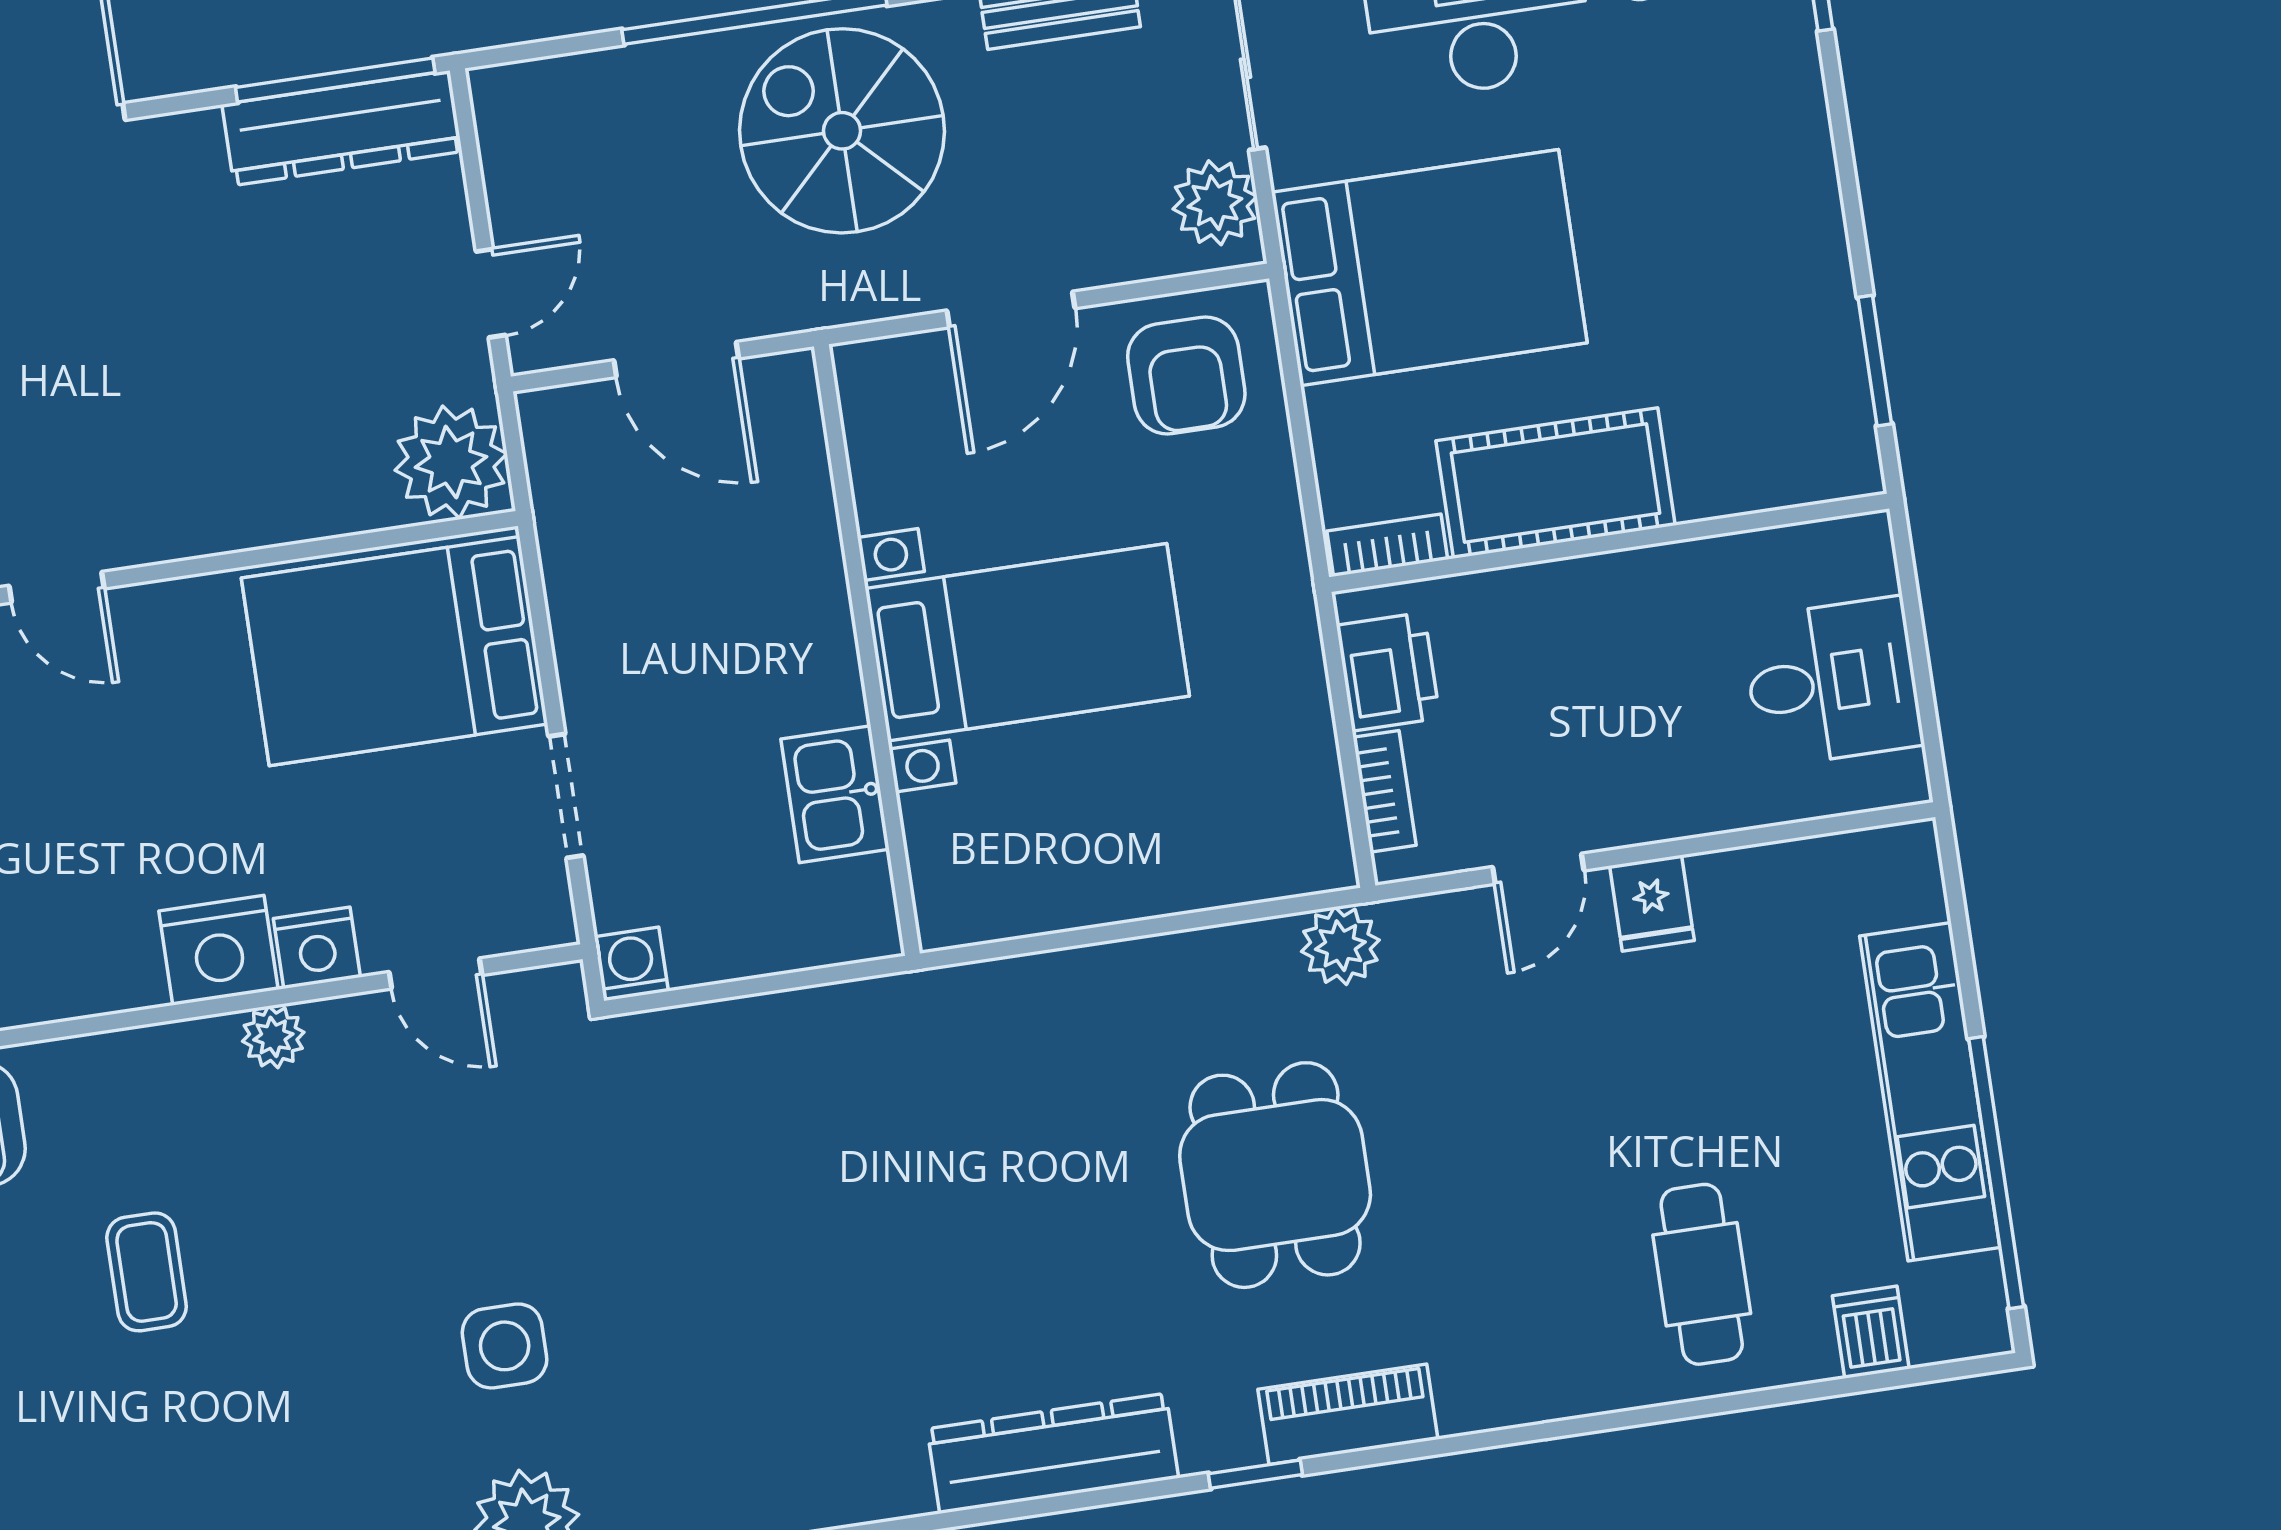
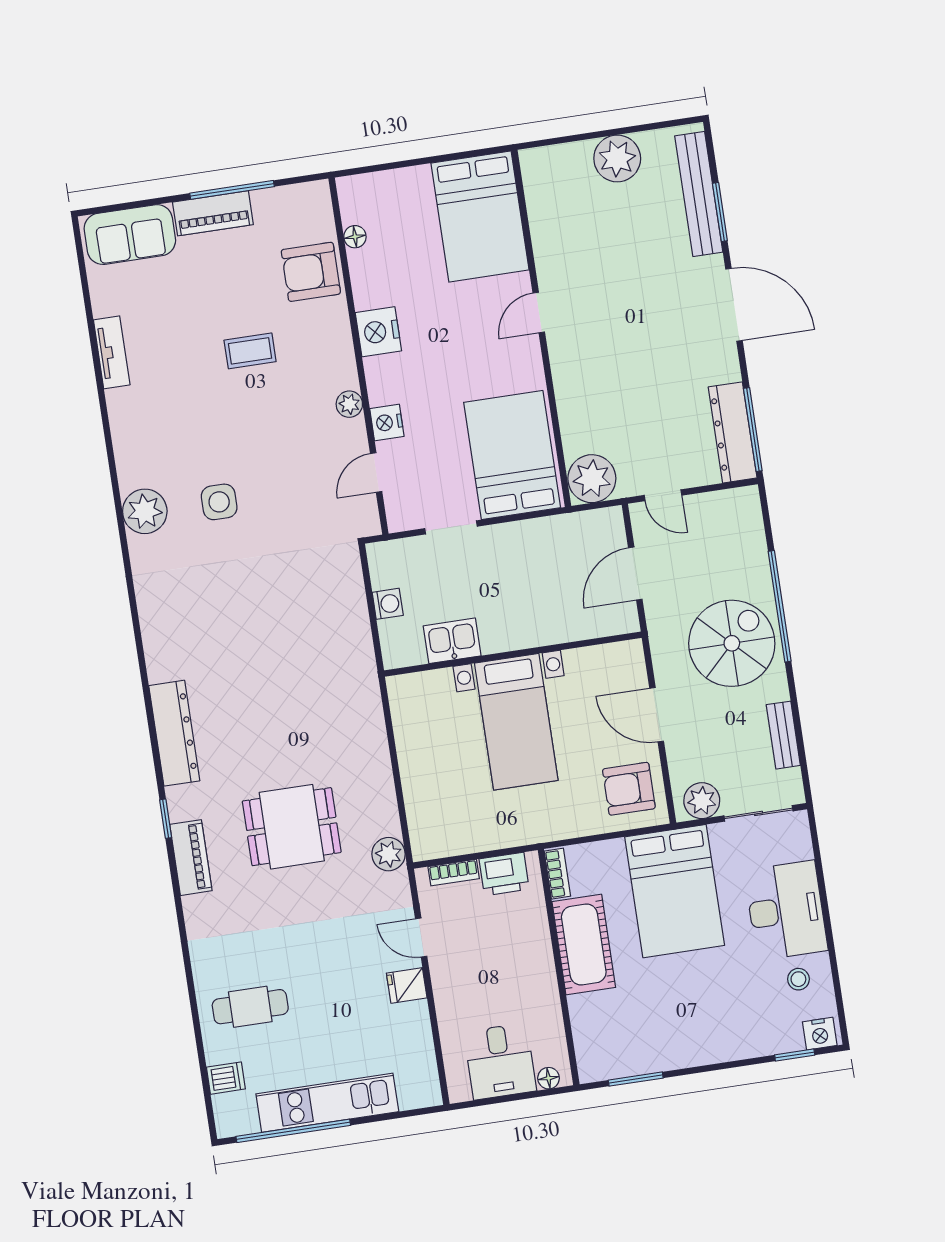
floor lamp: (1872, 567) -> (549, 1078), added
nightstand: (218, 950) -> (378, 332), moved
washing machine: (631, 964) -> (388, 604), moved

